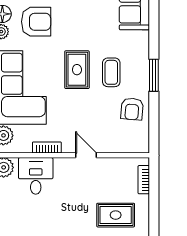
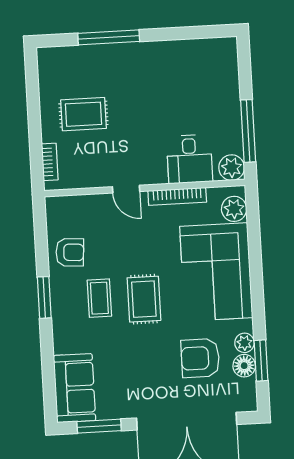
armchair: (132, 109) -> (70, 252), turned 89
bookcase: (47, 147) -> (177, 196), width x1.56

